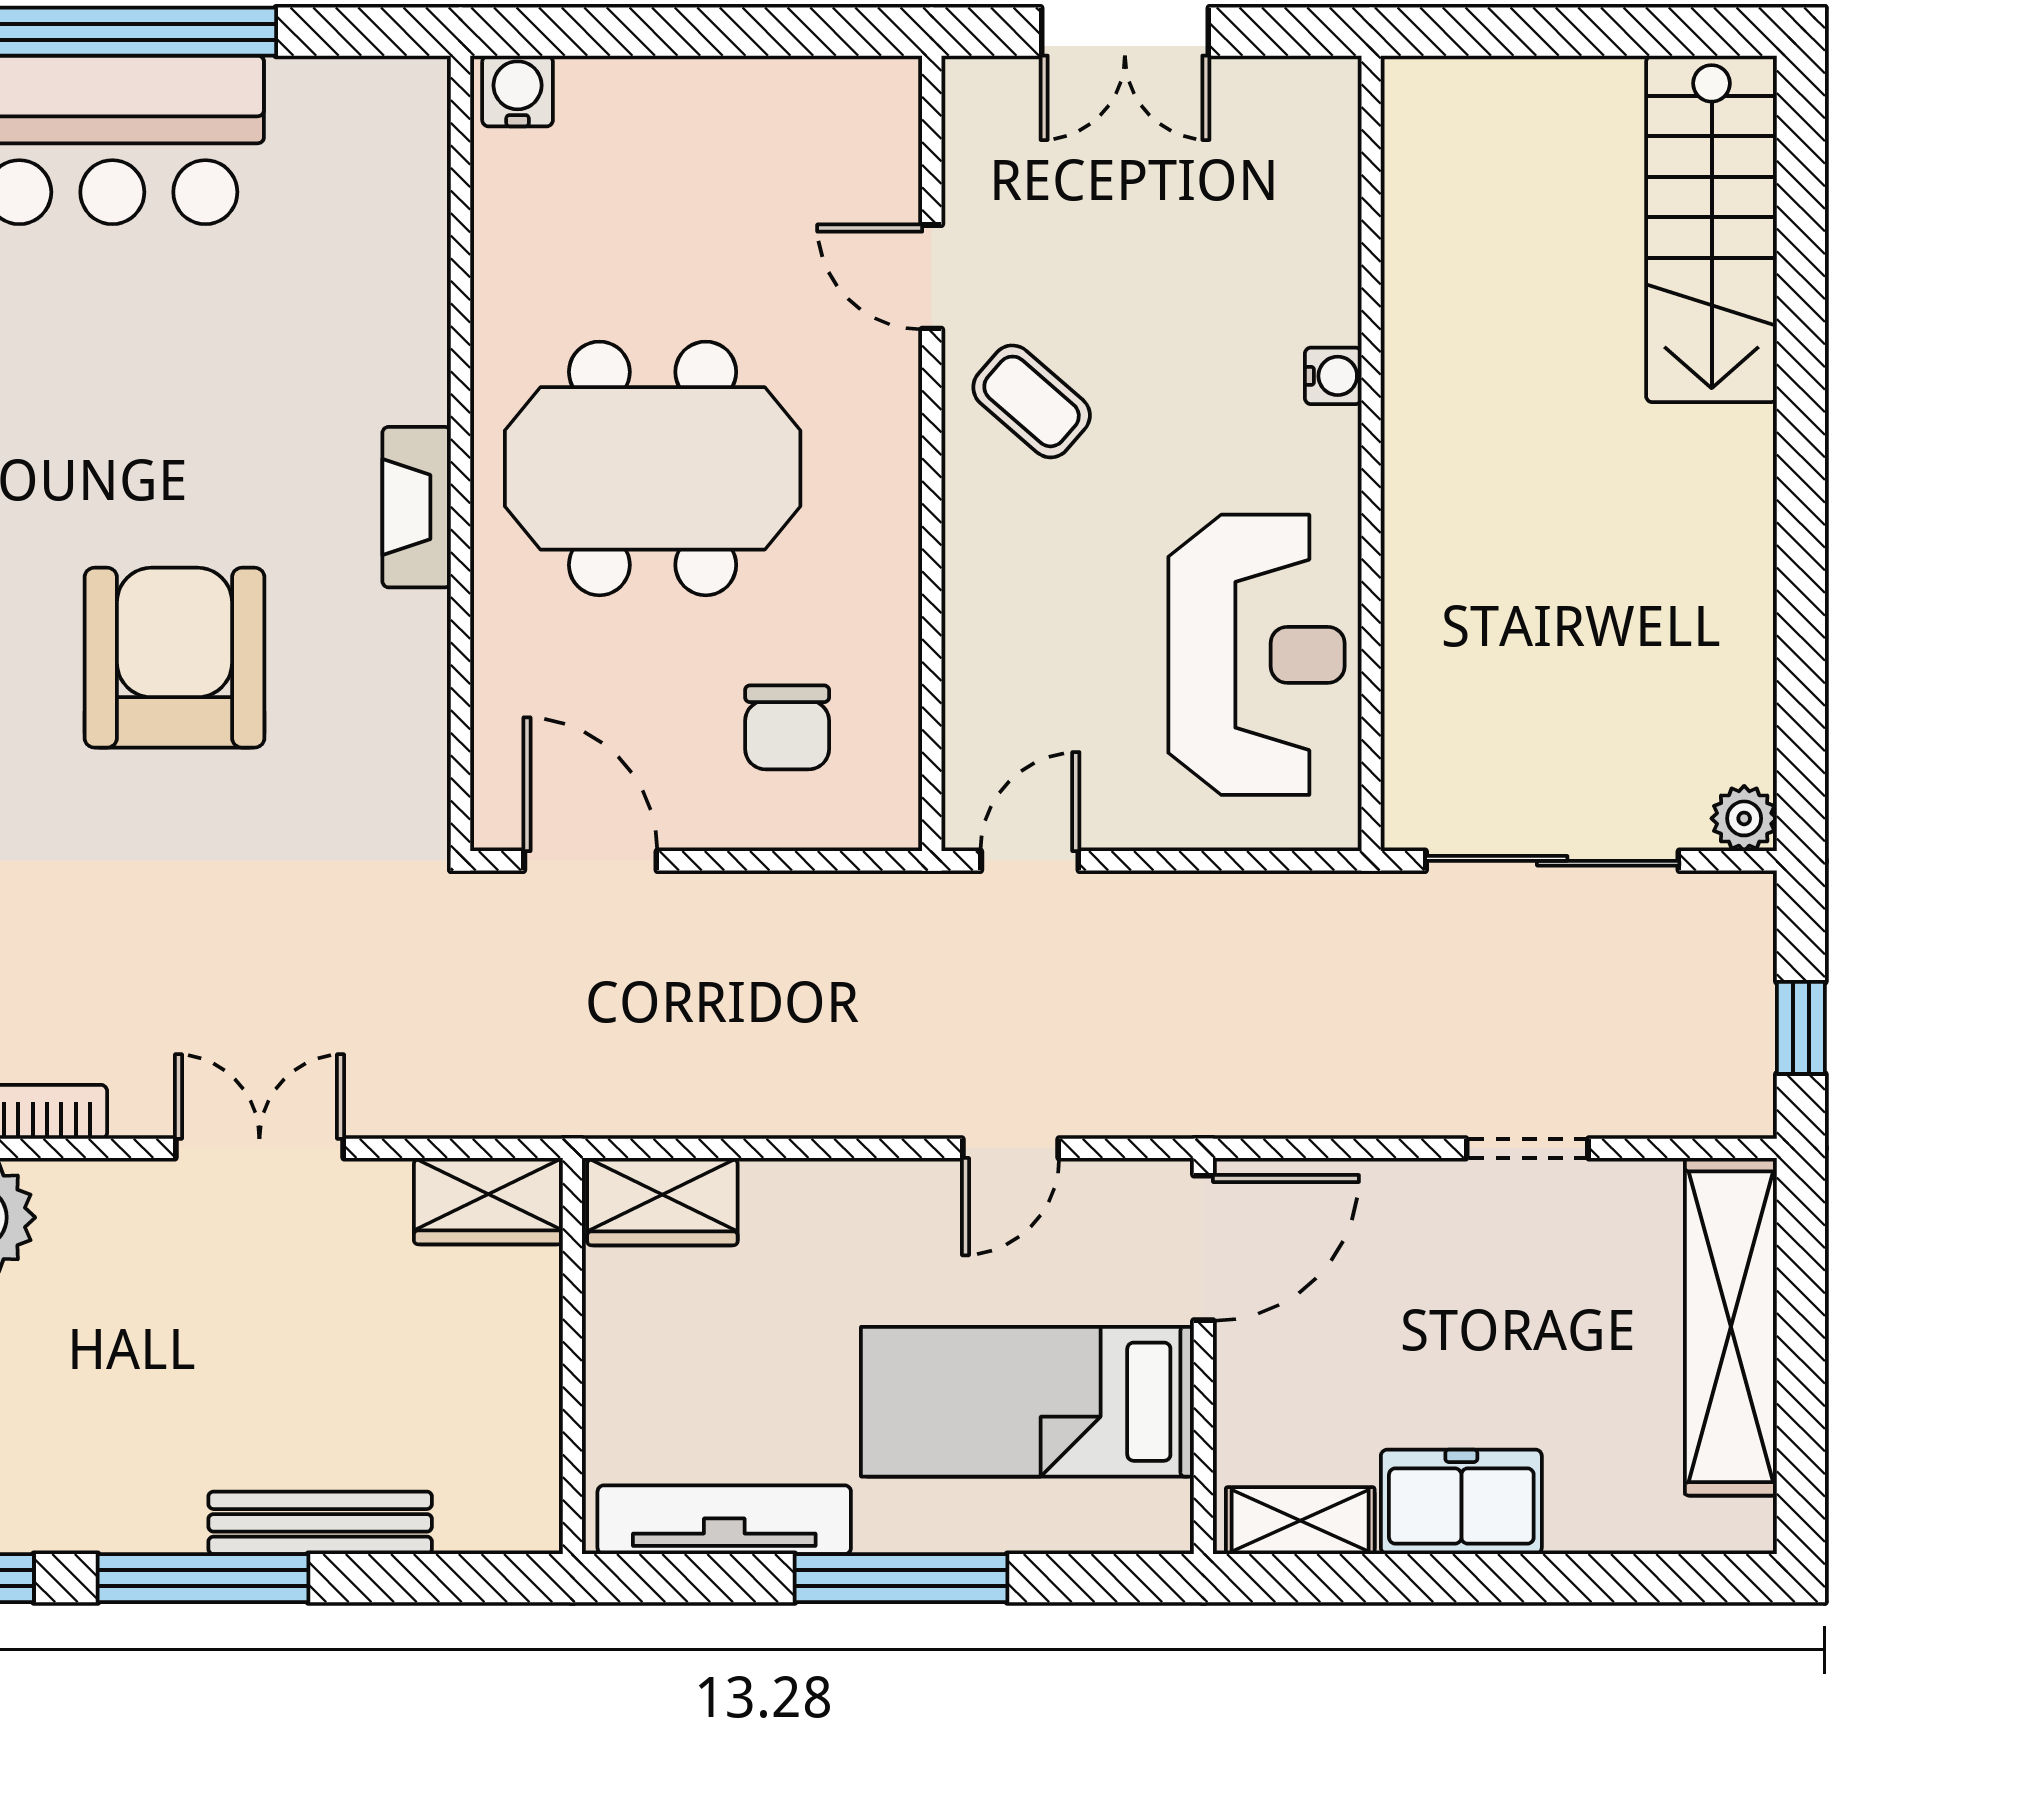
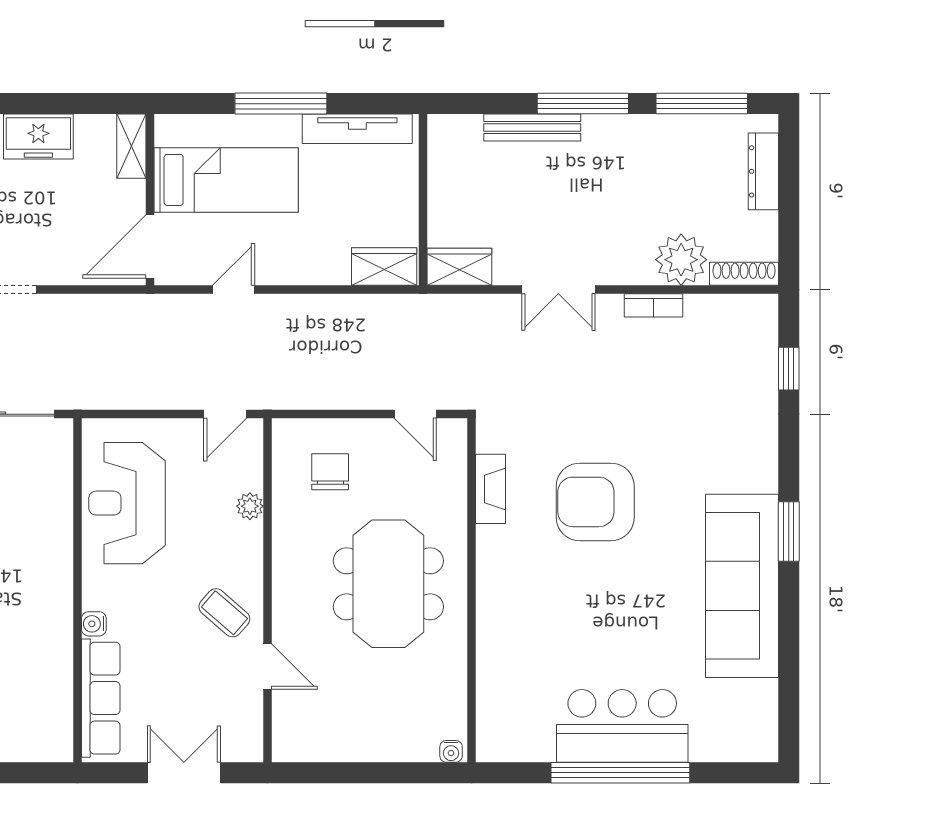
water cooler: (518, 91) -> (451, 751), width x0.72, depth x0.72
row of seats: (1317, 204) -> (101, 698), added
meeting table: (653, 468) -> (388, 584), turned 90
fireplace: (417, 507) -> (490, 489), moved
plant: (973, 648) -> (250, 506), added
armchair: (175, 658) -> (595, 502), turned 90
door: (590, 861) -> (415, 414), width x0.73
shelving: (1300, 1521) -> (131, 146), moved, turned 90

